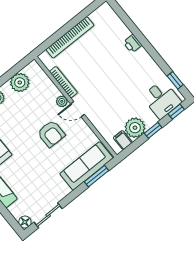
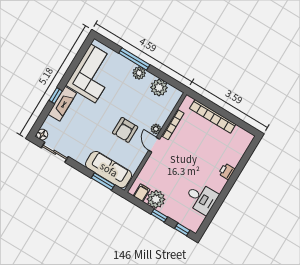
window: (175, 80) -> (208, 219), removed
desk: (162, 99) -> (201, 198), moved, turned -90

